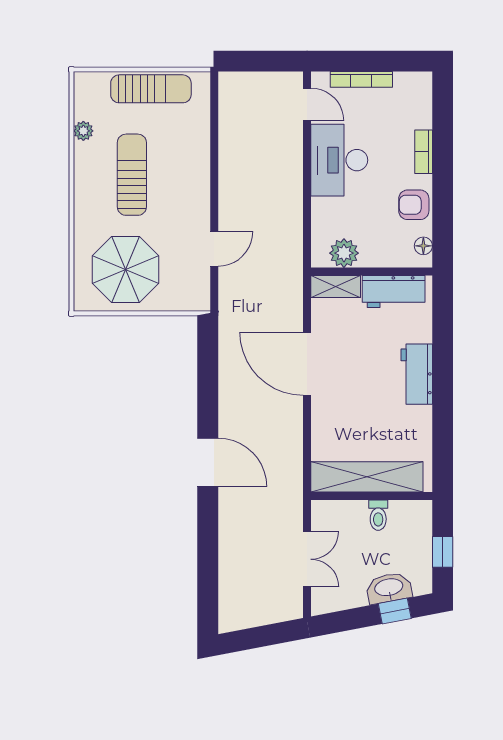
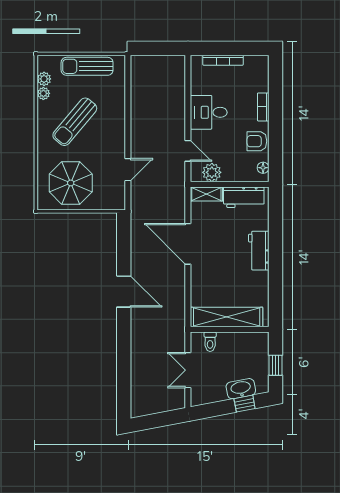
sun lounger: (151, 89) -> (87, 66), turned 180
door: (307, 104) -> (188, 151), moved
plant: (84, 108) -> (44, 79), added
desk: (339, 160) -> (209, 112), width x0.73
sun lounger: (132, 175) -> (75, 122), turned -140
door: (208, 462) -> (124, 291), moved
toilet: (378, 515) -> (210, 342), moved
double door: (307, 559) -> (188, 370), swing flipped

